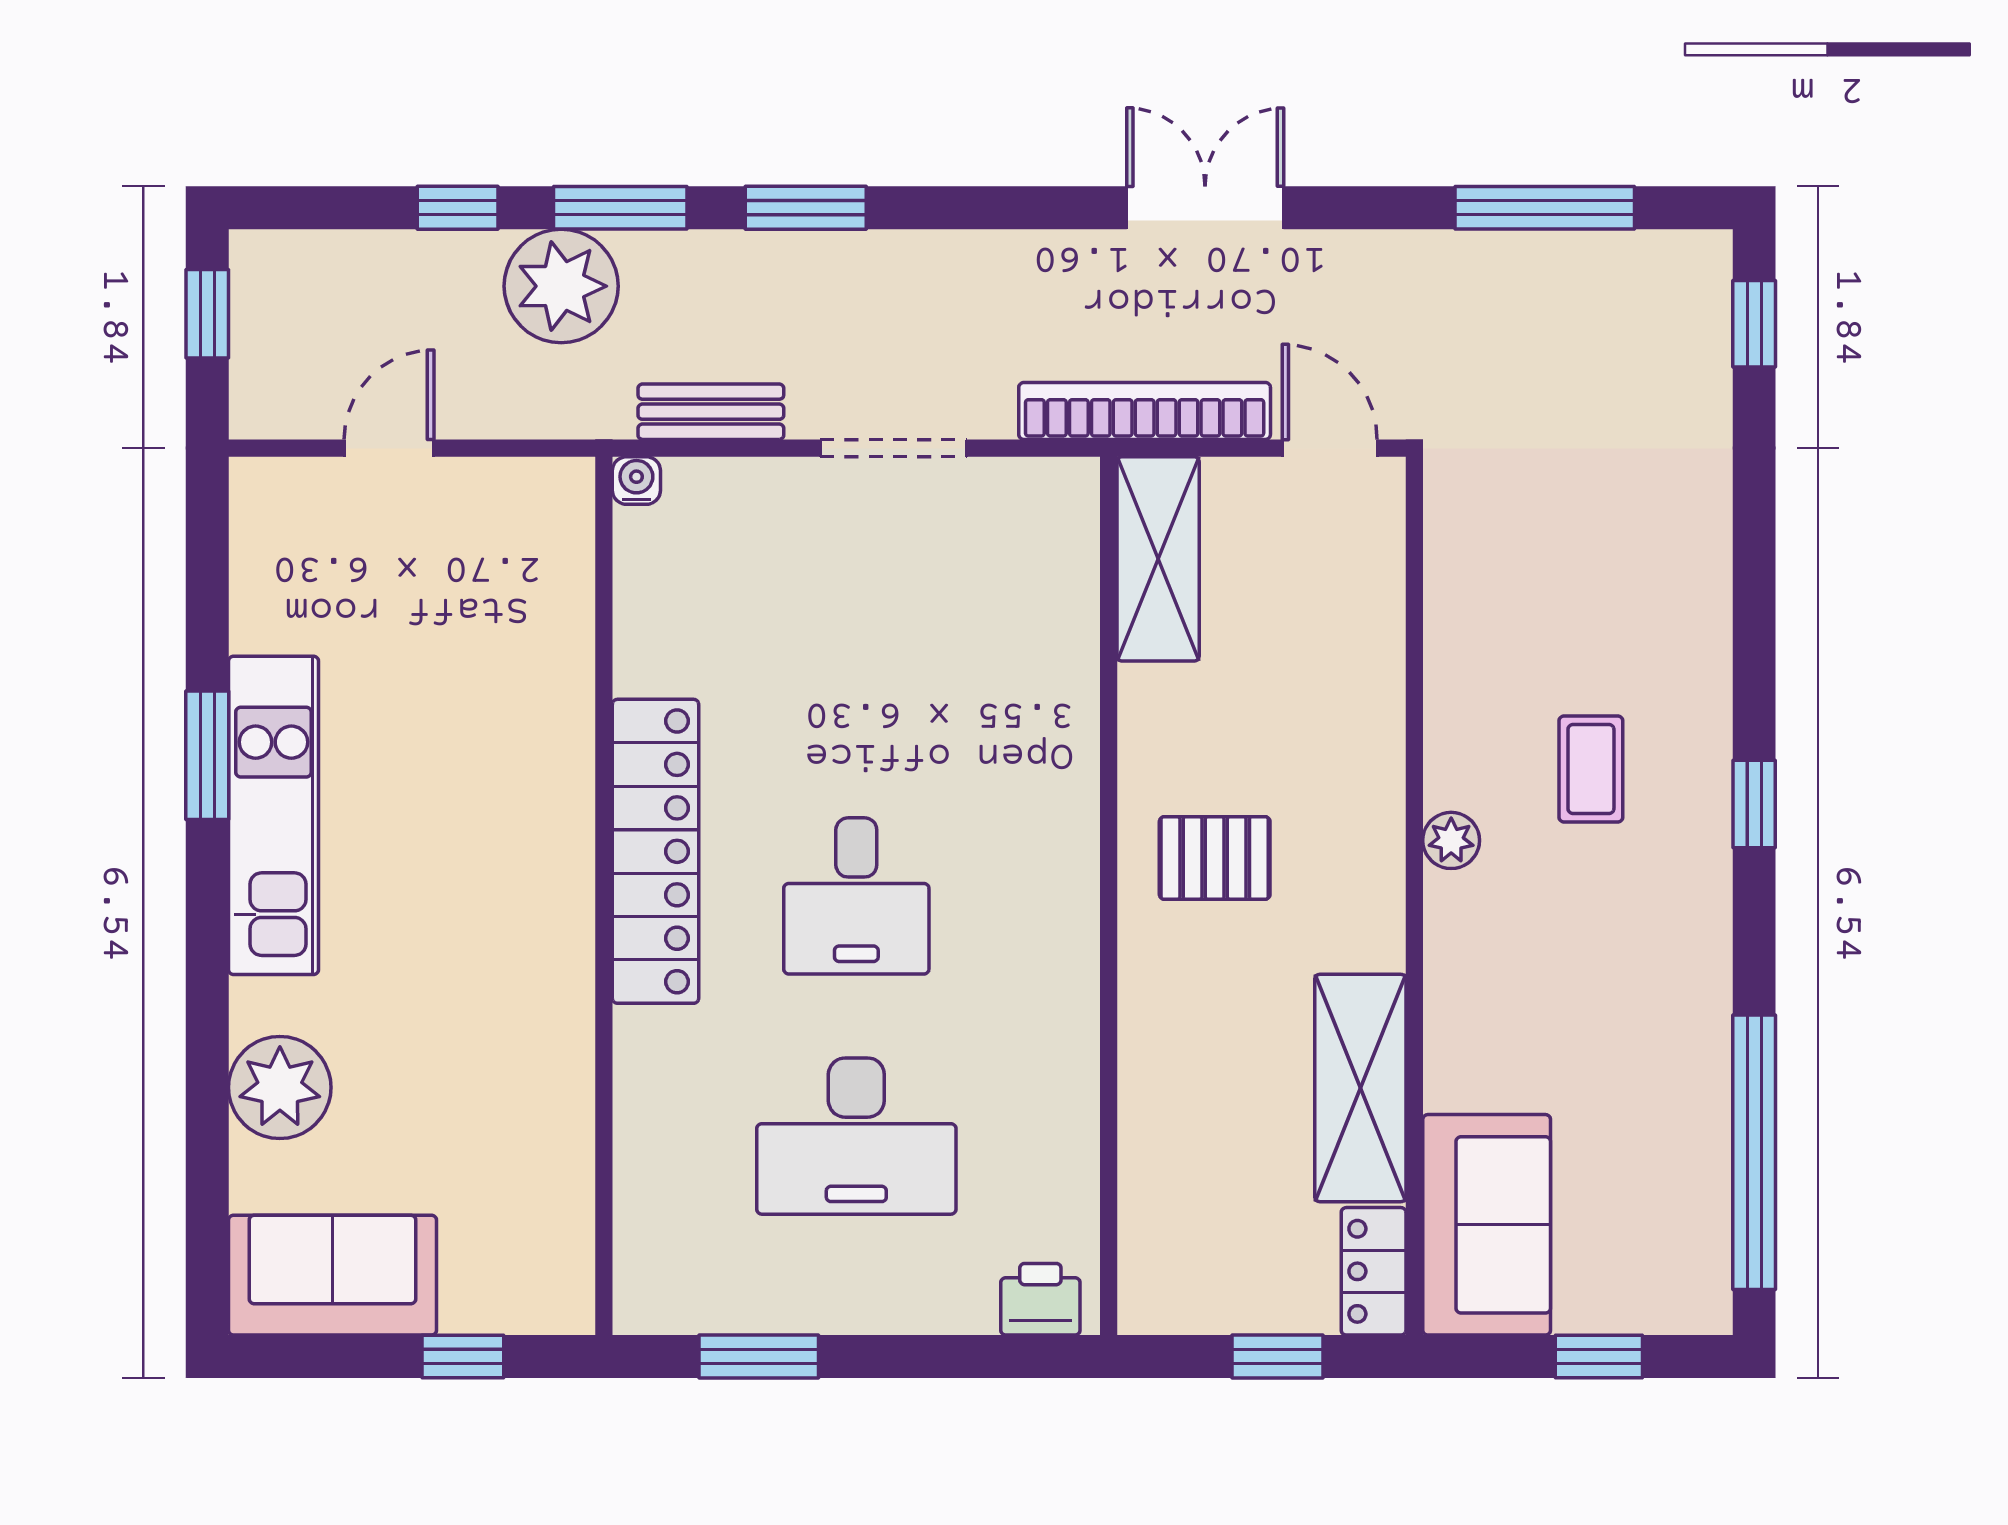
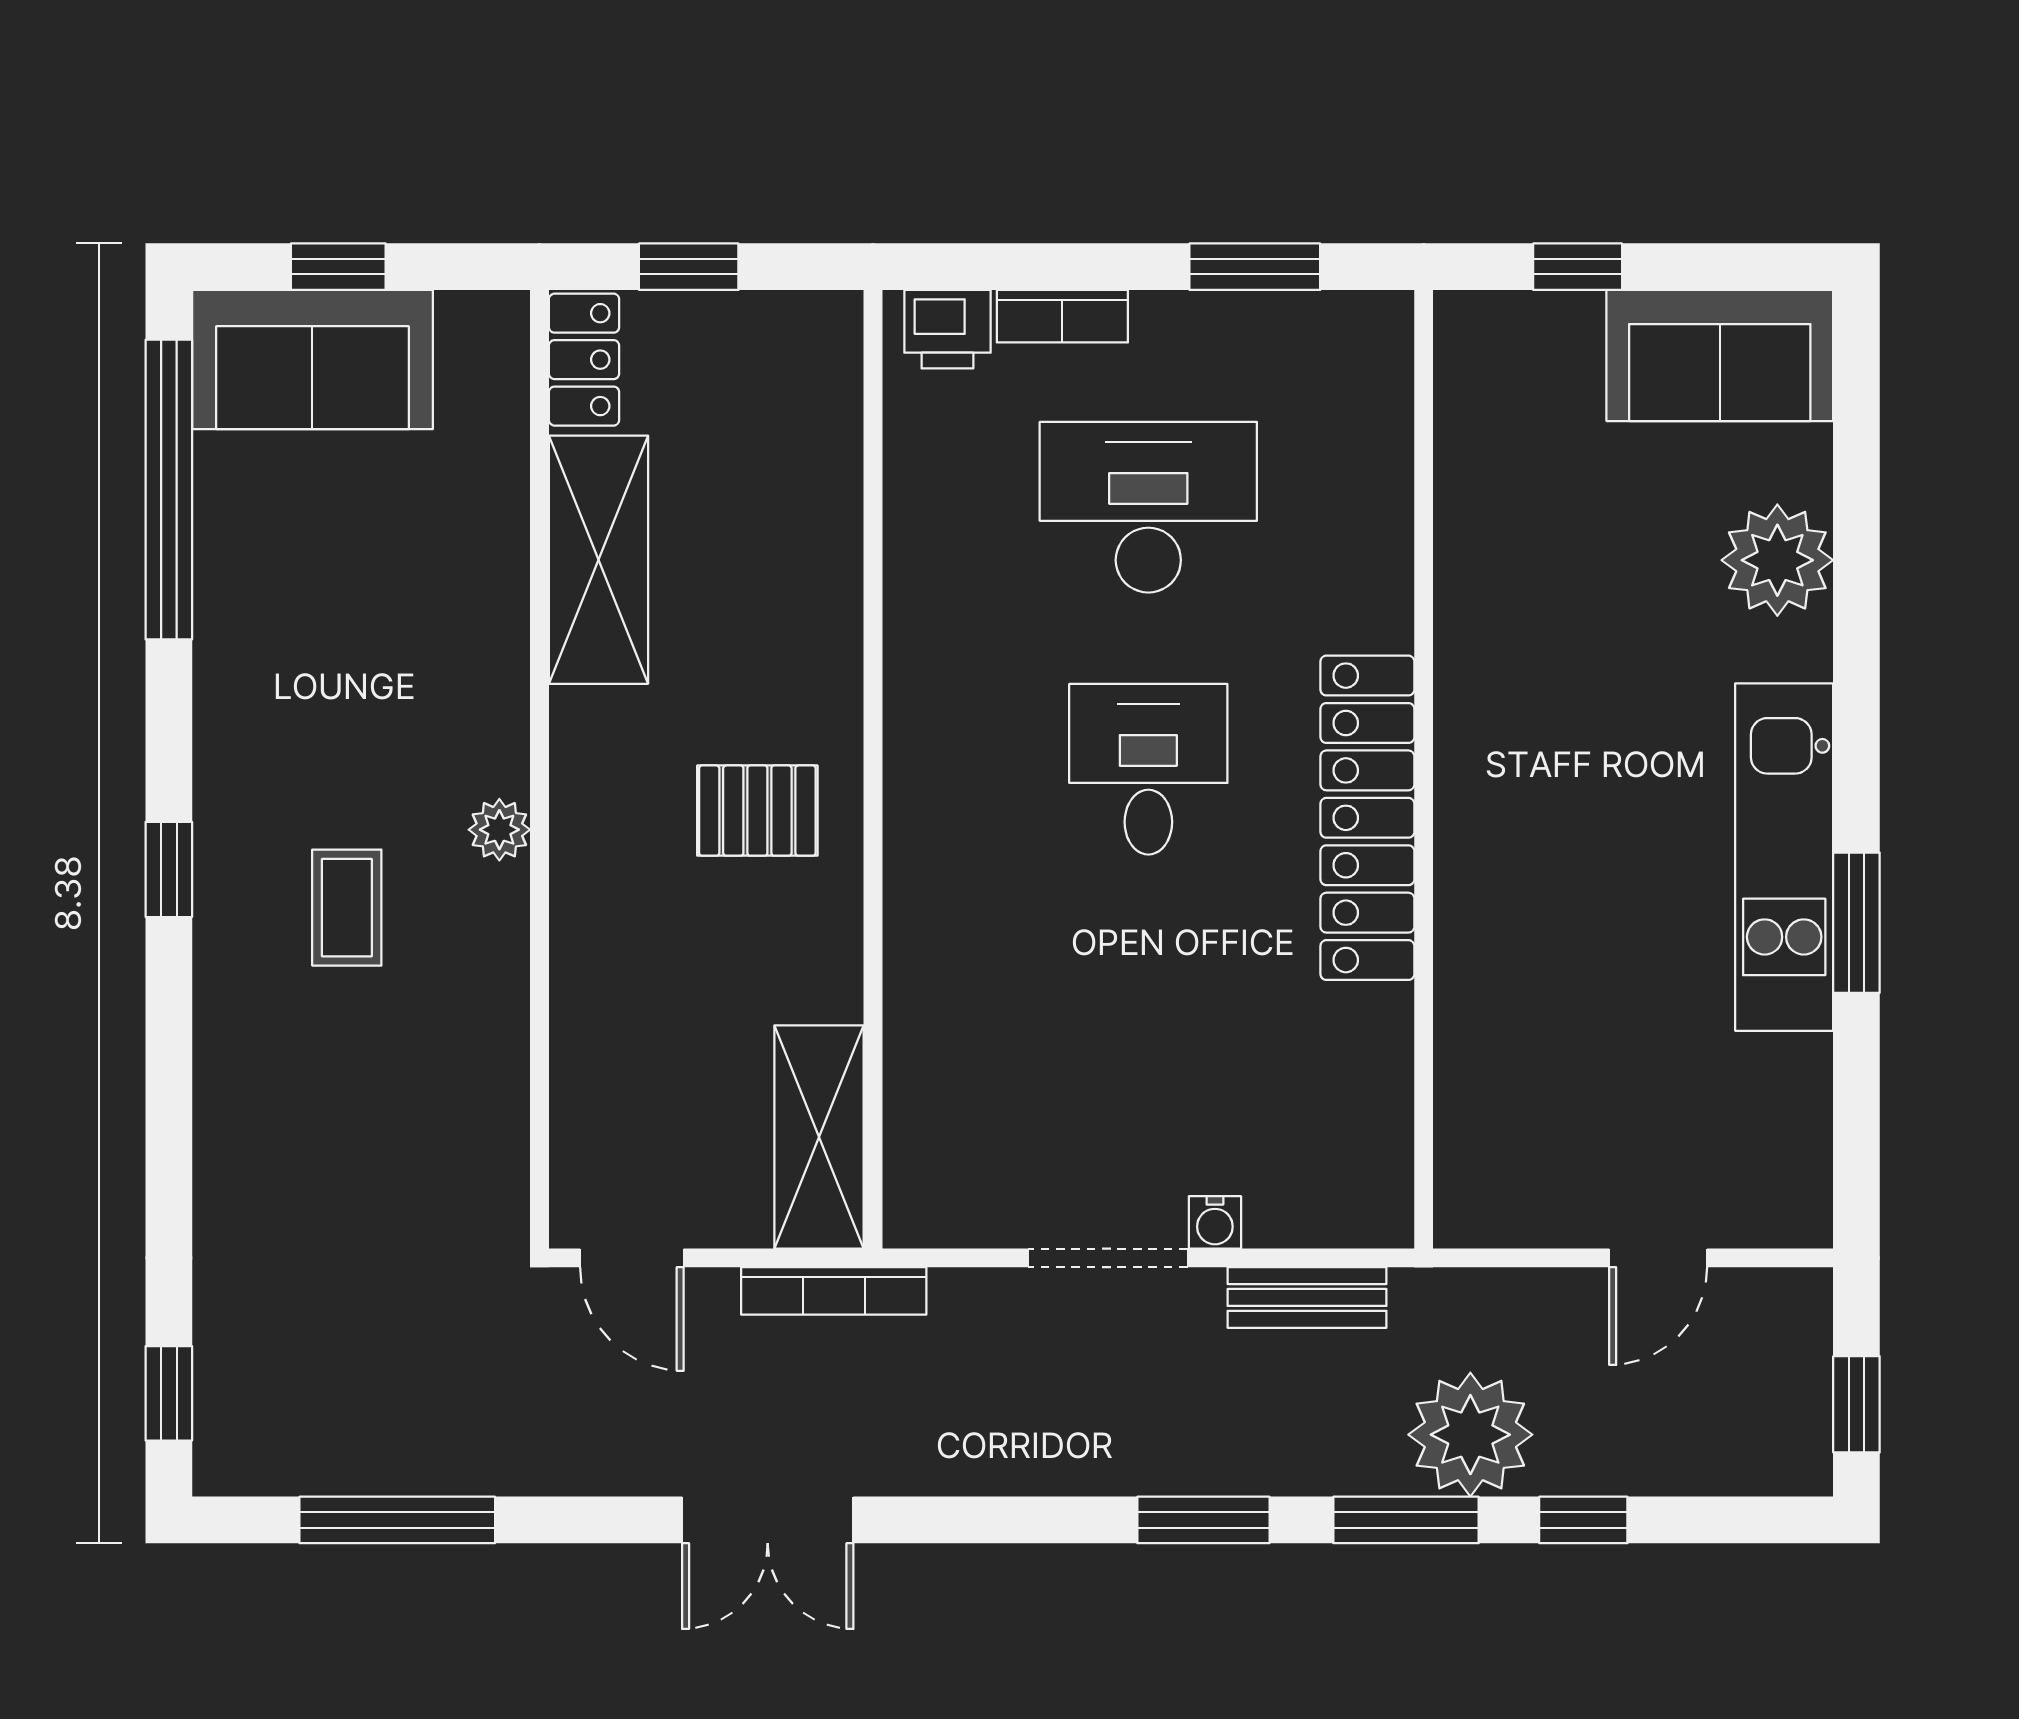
bookcase: (1145, 411) -> (834, 1291), width x0.68, depth x0.76
water cooler: (636, 481) -> (1215, 1222), moved
sofa: (1487, 1225) -> (312, 360), moved, turned -90
bookcase: (935, 1311) -> (1062, 316), added

